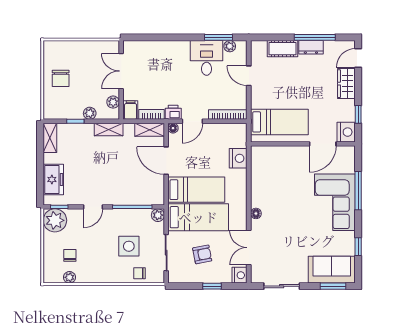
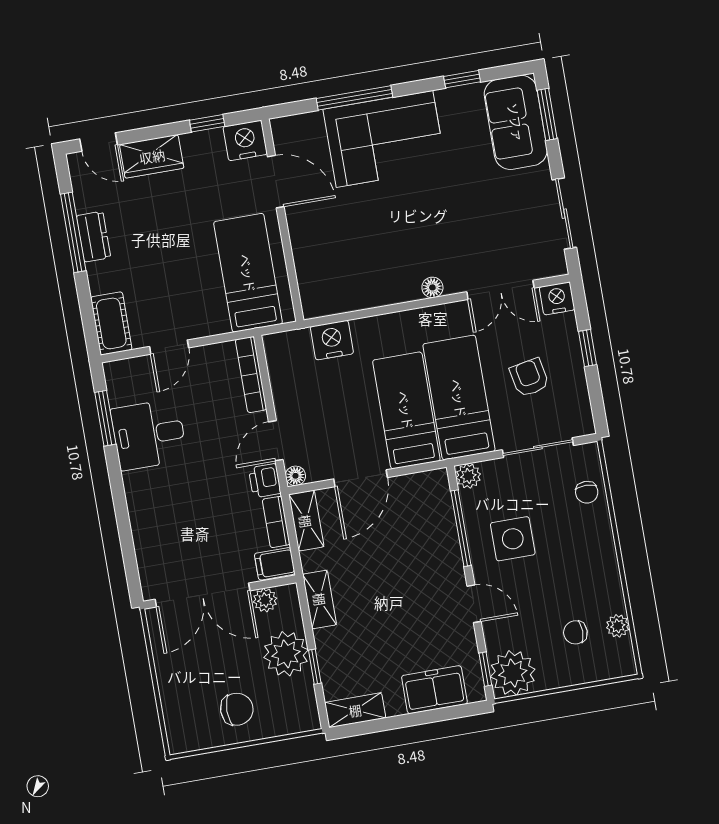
plant: (230, 46) -> (118, 394), removed
cot: (282, 49) -> (111, 323), moved
double door: (121, 71) -> (202, 595), width x1.37
plant: (90, 113) -> (286, 654), width x1.87, depth x1.87
door: (192, 121) -> (276, 441), swing flipped
side table: (129, 246) -> (513, 539), moved

